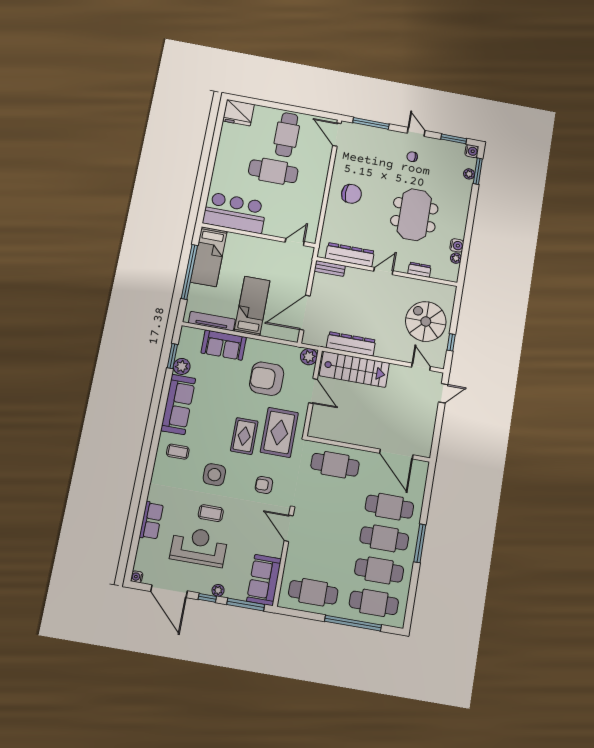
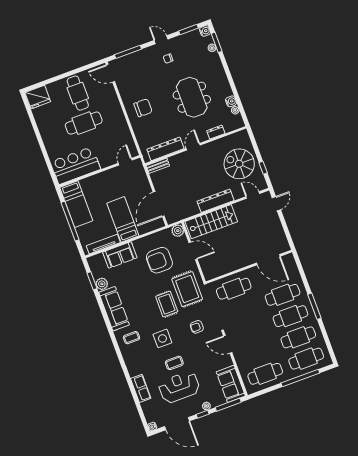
dresser: (351, 344) -> (216, 201), moved

